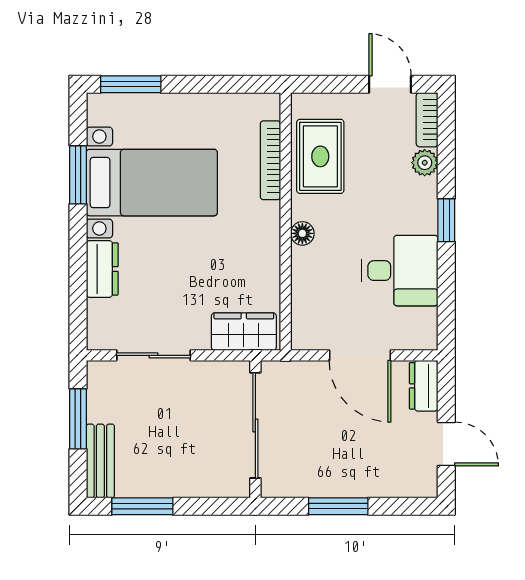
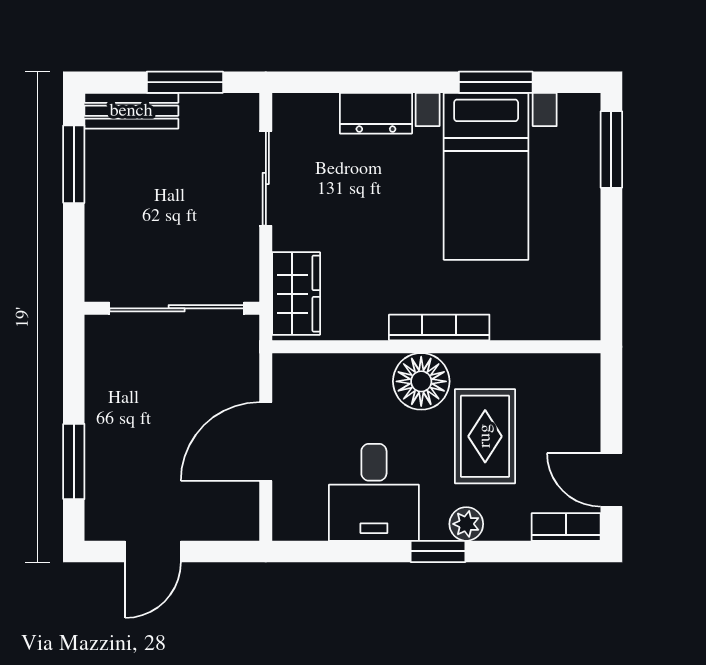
door: (390, 84) -> (611, 480), swing flipped
rug: (320, 156) -> (485, 436), moved, turned 90
bookcase: (270, 160) -> (439, 327), moved
plant: (425, 163) -> (466, 524), moved
floor lamp: (302, 233) -> (421, 381), width x1.89, depth x1.89
dresser: (424, 386) -> (227, 523), removed
window: (338, 506) -> (74, 462), moved

